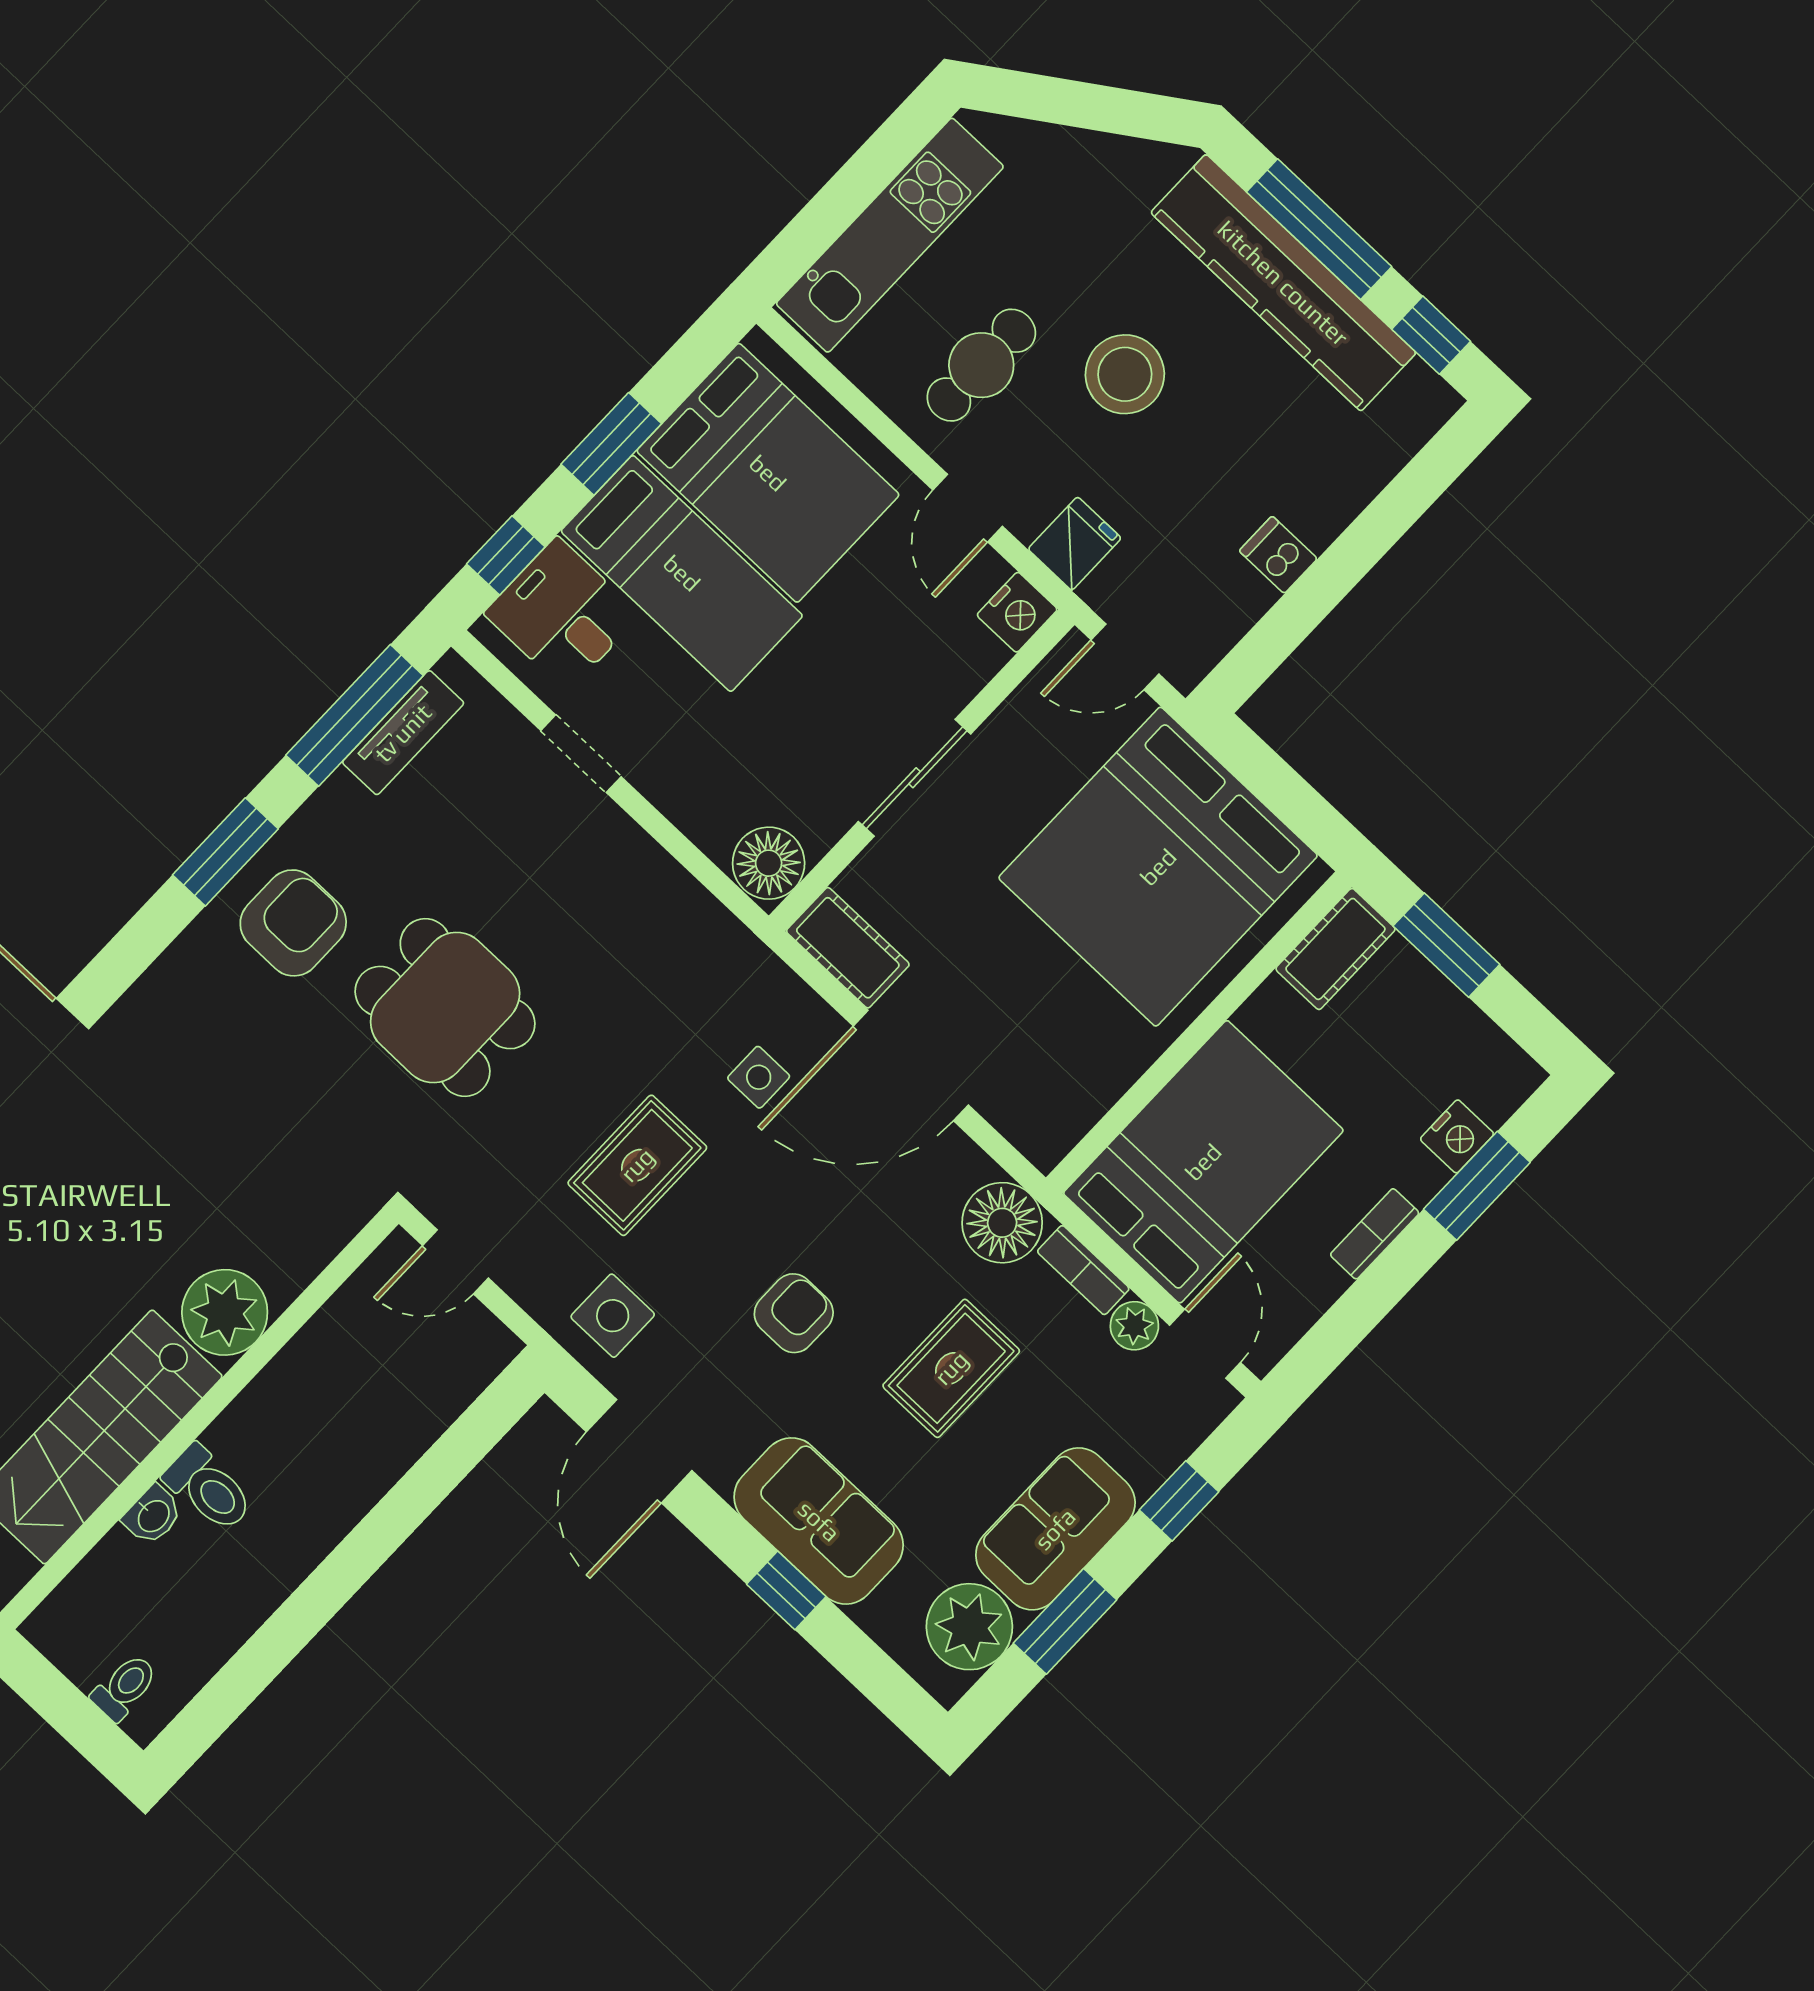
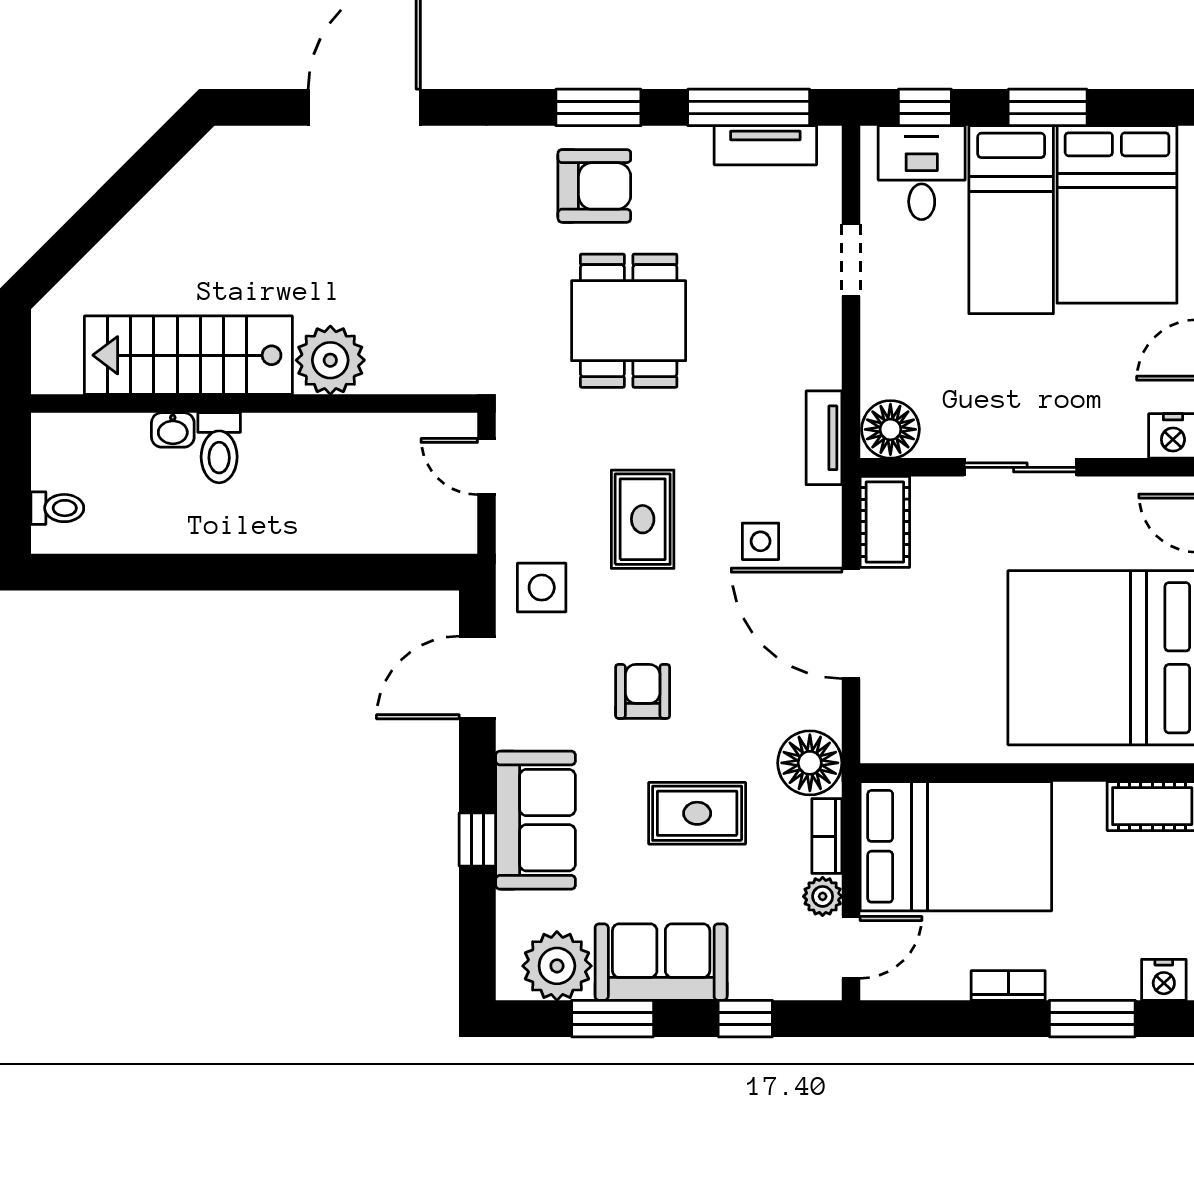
tv unit: (719, 931) -> (824, 438), added
nightstand: (1457, 1136) -> (1164, 980), moved
rug: (637, 1165) -> (643, 519), turned 90
armchair: (794, 1313) -> (643, 691), turned -90

